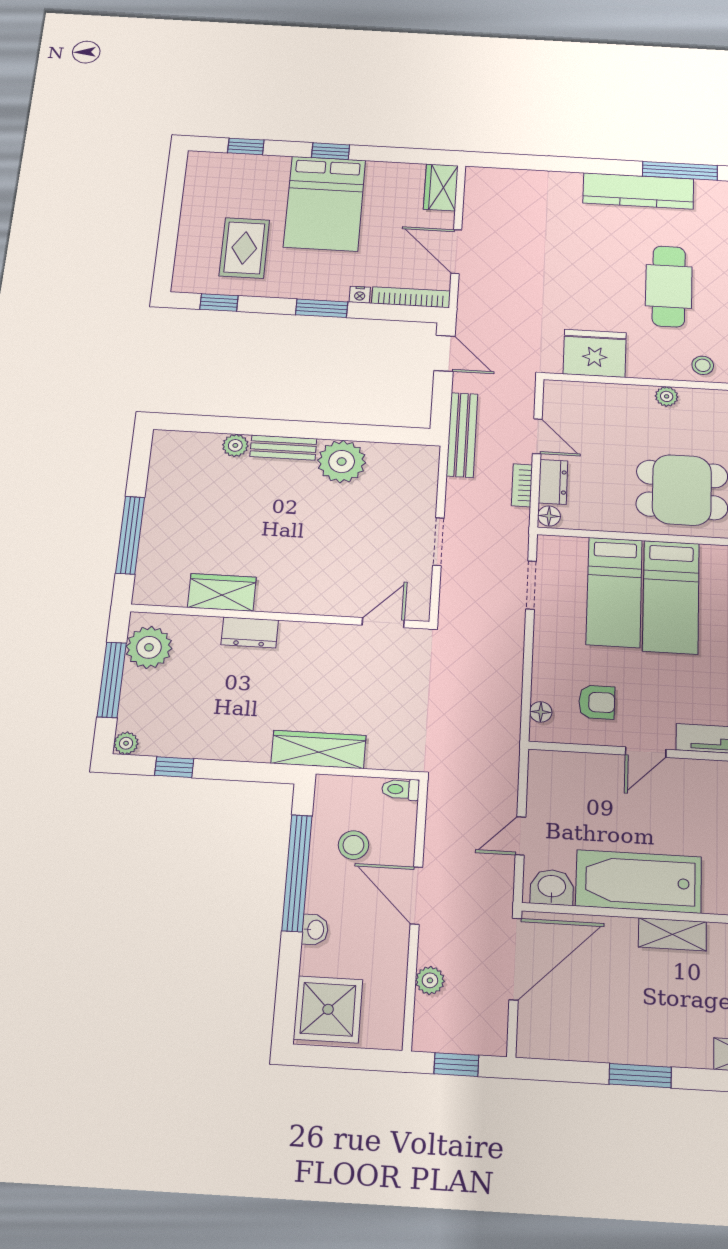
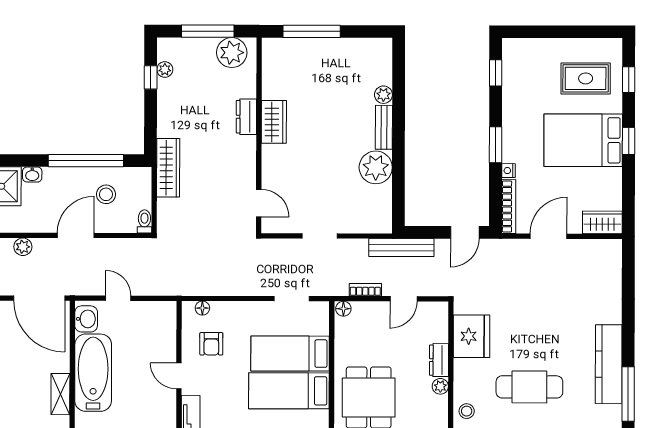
rug: (244, 248) -> (586, 78), moved
dresser: (553, 482) -> (439, 360), moved, turned 90
wardrobe: (222, 592) -> (274, 122), moved
plant: (126, 743) -> (165, 70), moved
washbasin: (315, 930) -> (32, 175), moved

